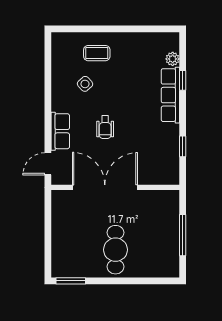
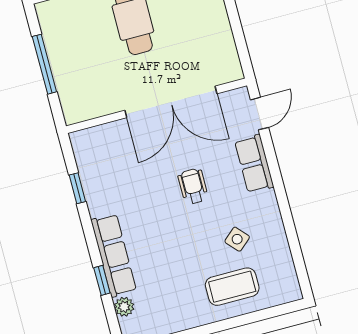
coffee table: (97, 53) -> (232, 287), width x1.36, depth x1.30

